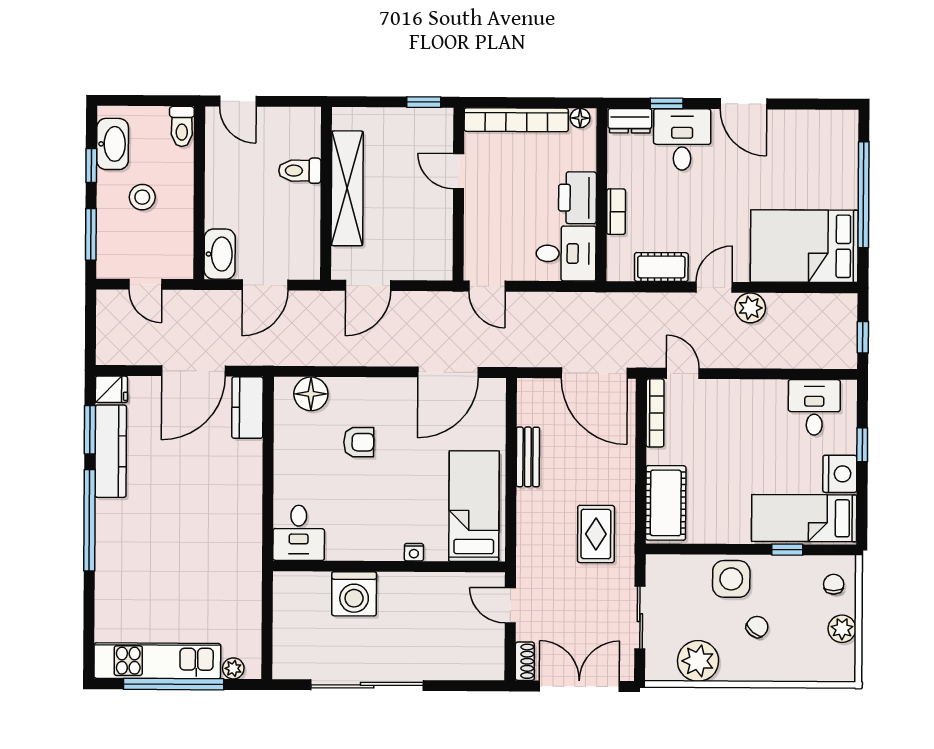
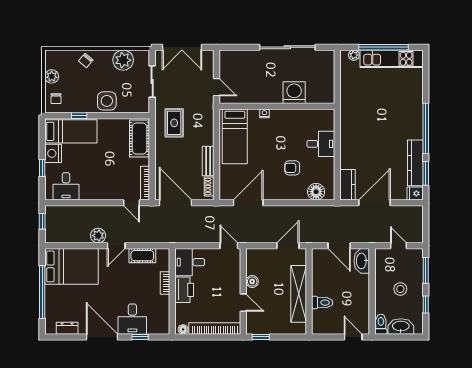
door: (743, 104) -> (102, 337), width x1.36
dresser: (630, 121) -> (67, 328), moved
washbasin: (113, 144) -> (401, 326), moved, turned 90
boiler: (441, 214) -> (252, 282), added
door: (265, 285) -> (339, 246), swing flipped
desk: (299, 533) -> (321, 144), moved, turned 90
chair: (757, 627) -> (86, 61), moved
shoe rack: (525, 661) -> (209, 187), moved

